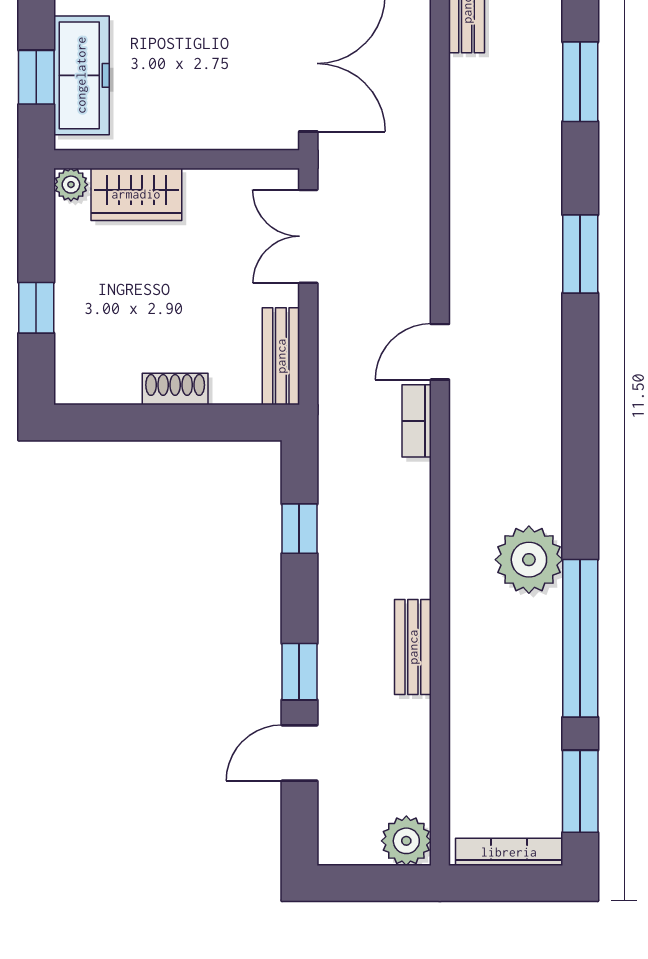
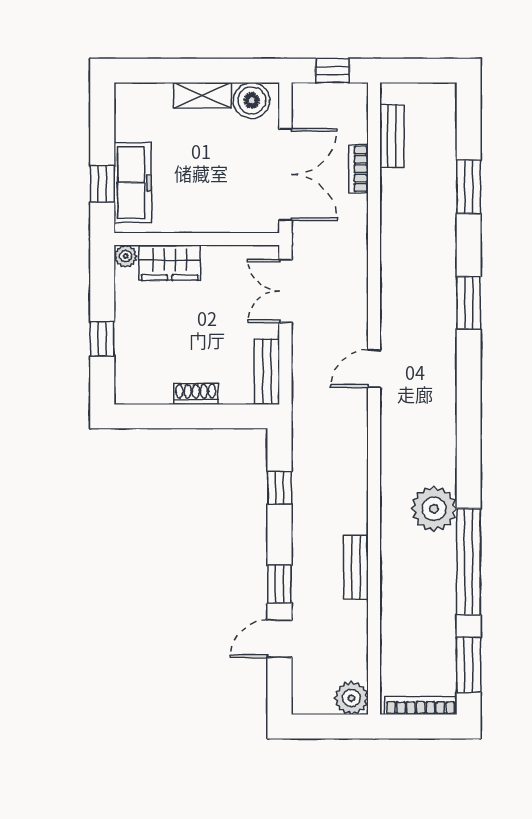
bookcase: (417, 421) -> (358, 169), moved

